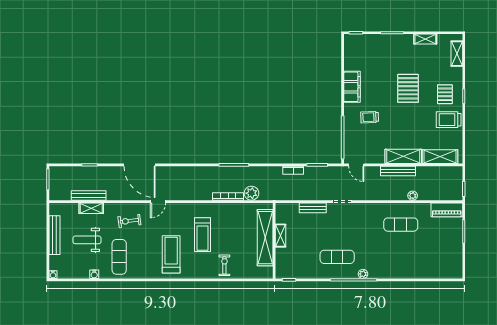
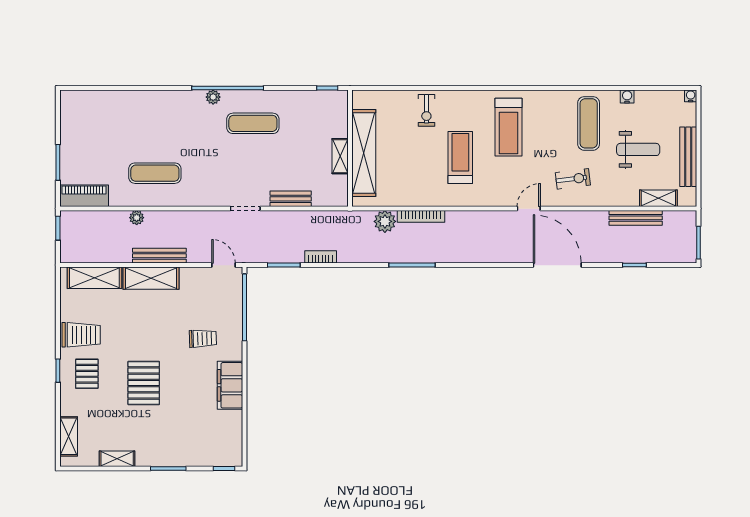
shelving: (91, 208) -> (658, 198), moved

